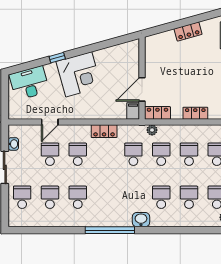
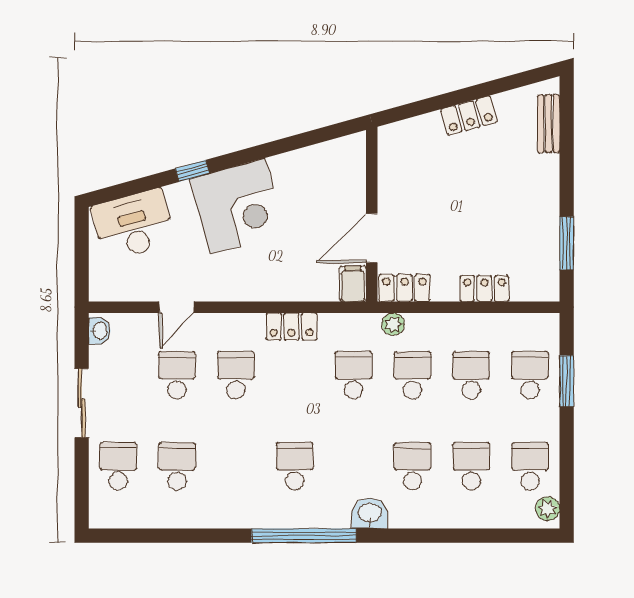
washbasin: (13, 144) -> (100, 331), moved
school desk: (78, 197) -> (295, 466), moved

